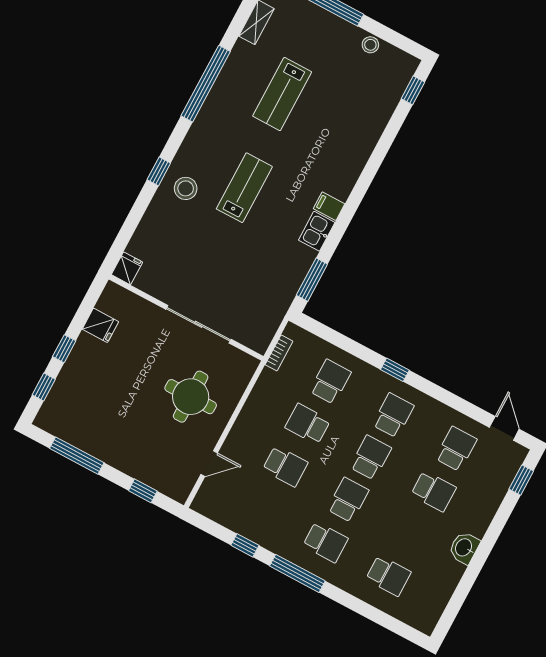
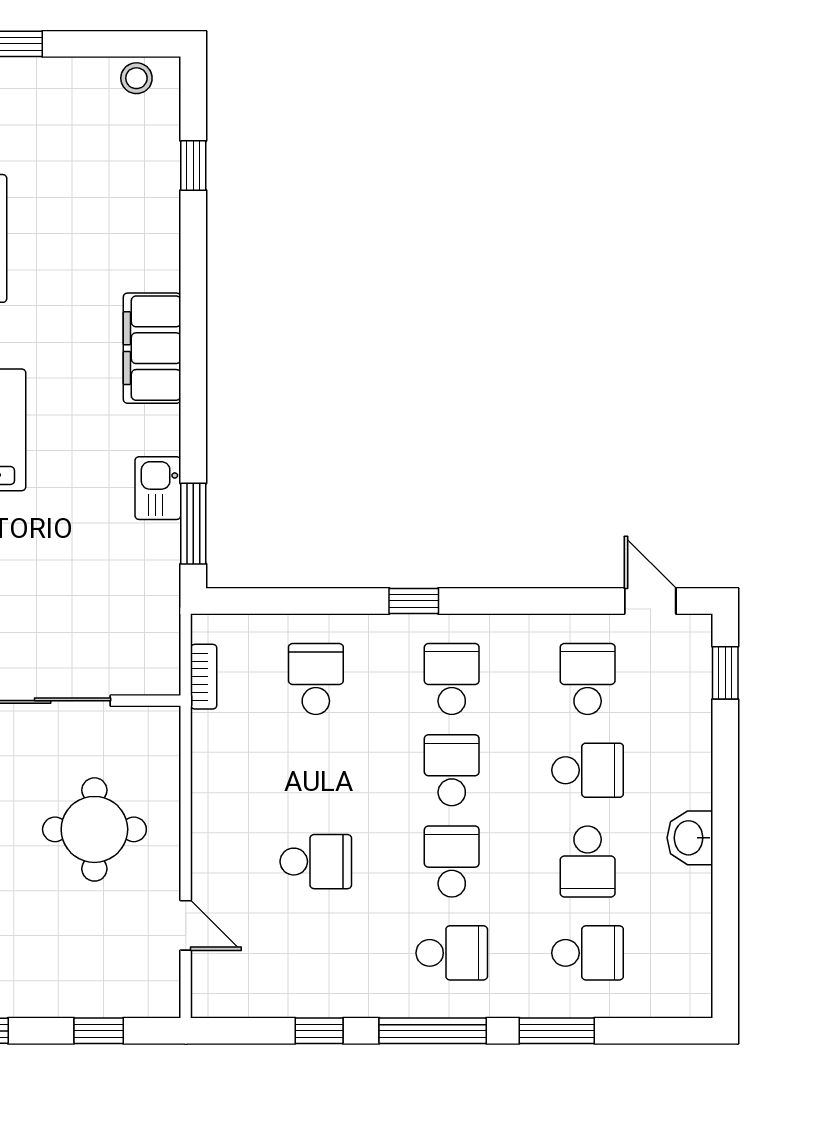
stool: (370, 45) -> (136, 78), moved
window: (413, 90) -> (193, 165), moved
filing cabinet: (329, 206) -> (152, 348), width x3.00, depth x1.17
kitchen sink: (317, 231) -> (158, 488), moved
school desk: (308, 424) -> (588, 862), moved, turned -90
door: (209, 464) -> (186, 925), hinge flipped
window: (355, 604) -> (557, 1031), added

